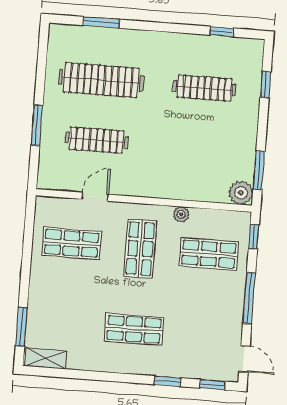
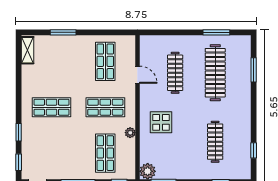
window: (37, 125) -> (216, 32), moved
display table: (169, 167) -> (161, 122), added
window: (21, 327) -> (63, 32), moved
shop shelf: (134, 329) -> (52, 107), turned 90

